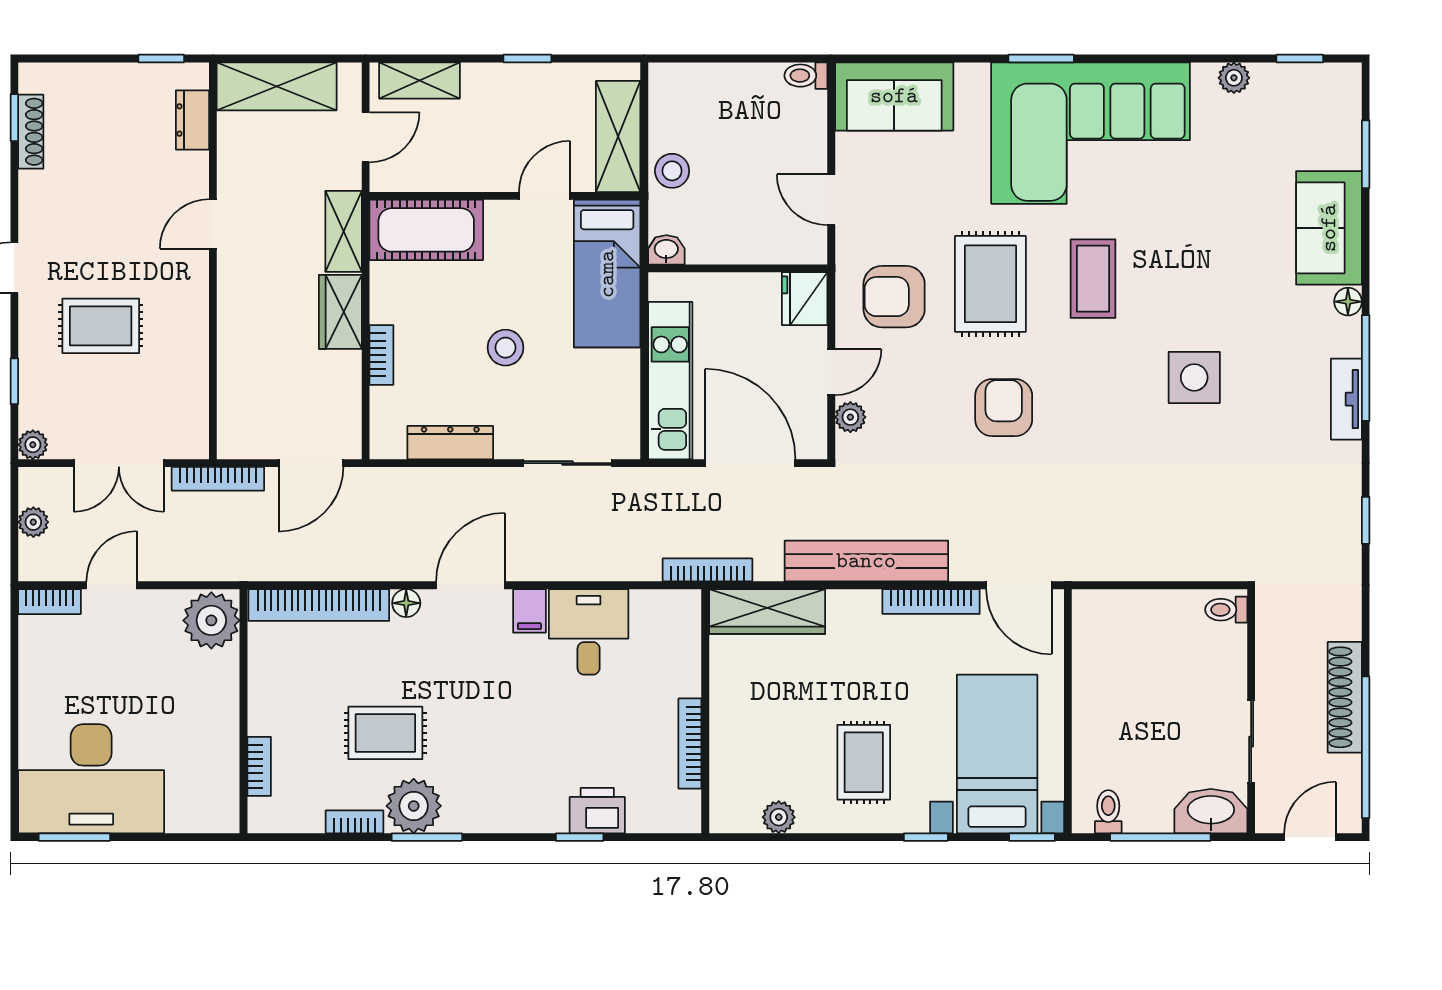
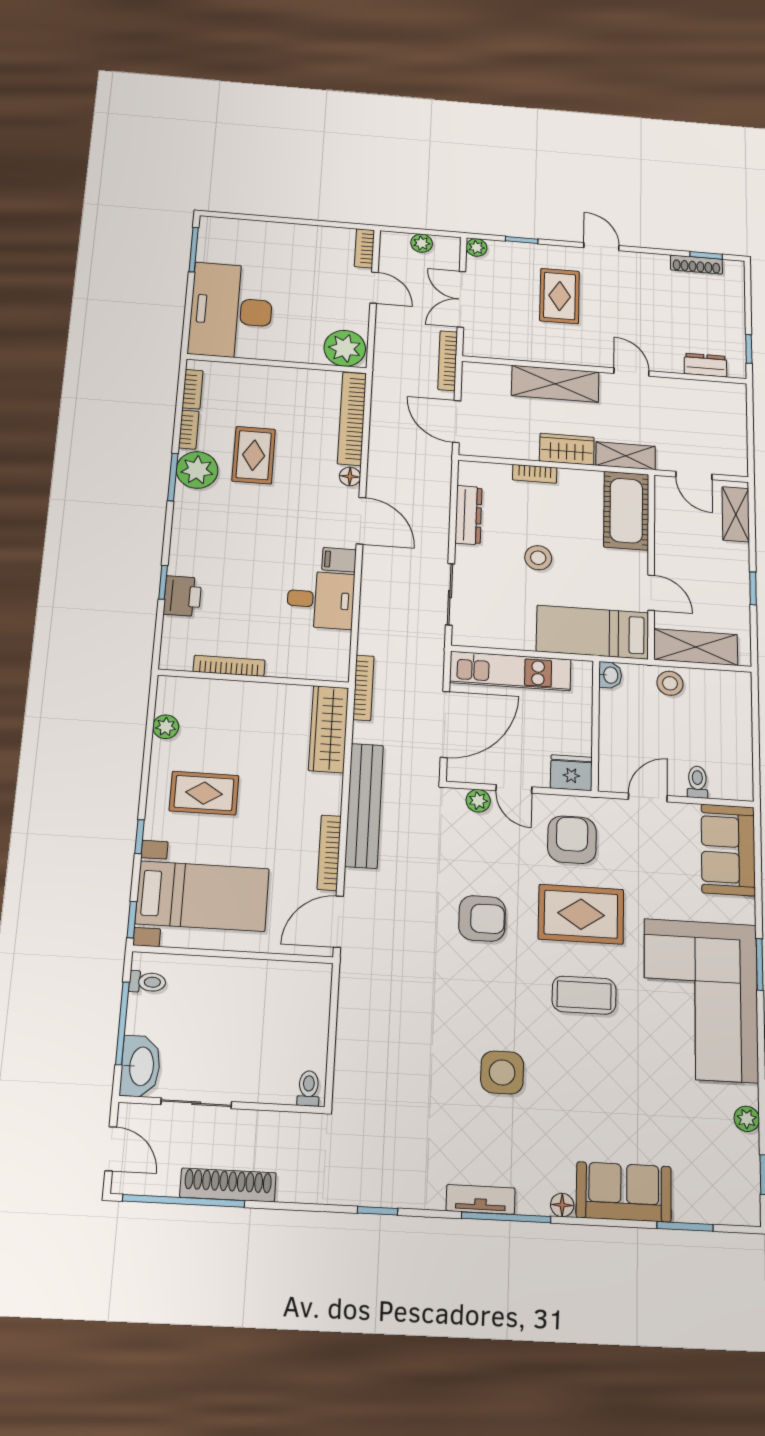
toilet: (806, 76) -> (697, 782), moved
shelving: (277, 86) -> (555, 384), moved, turned 90
bookcase: (259, 766) -> (193, 389), moved, turned -90
desk: (91, 779) -> (231, 311), moved

